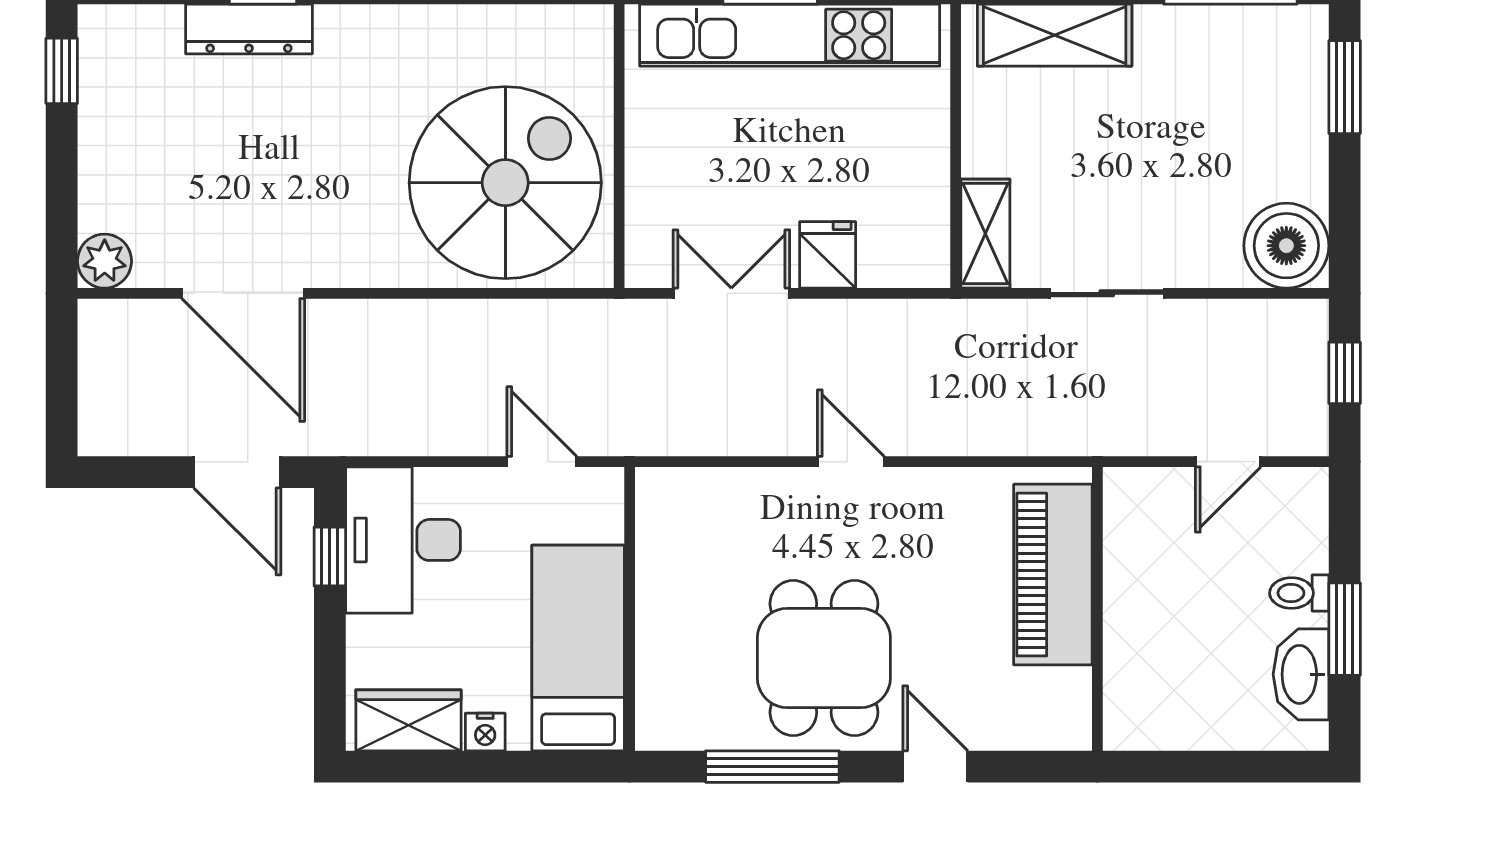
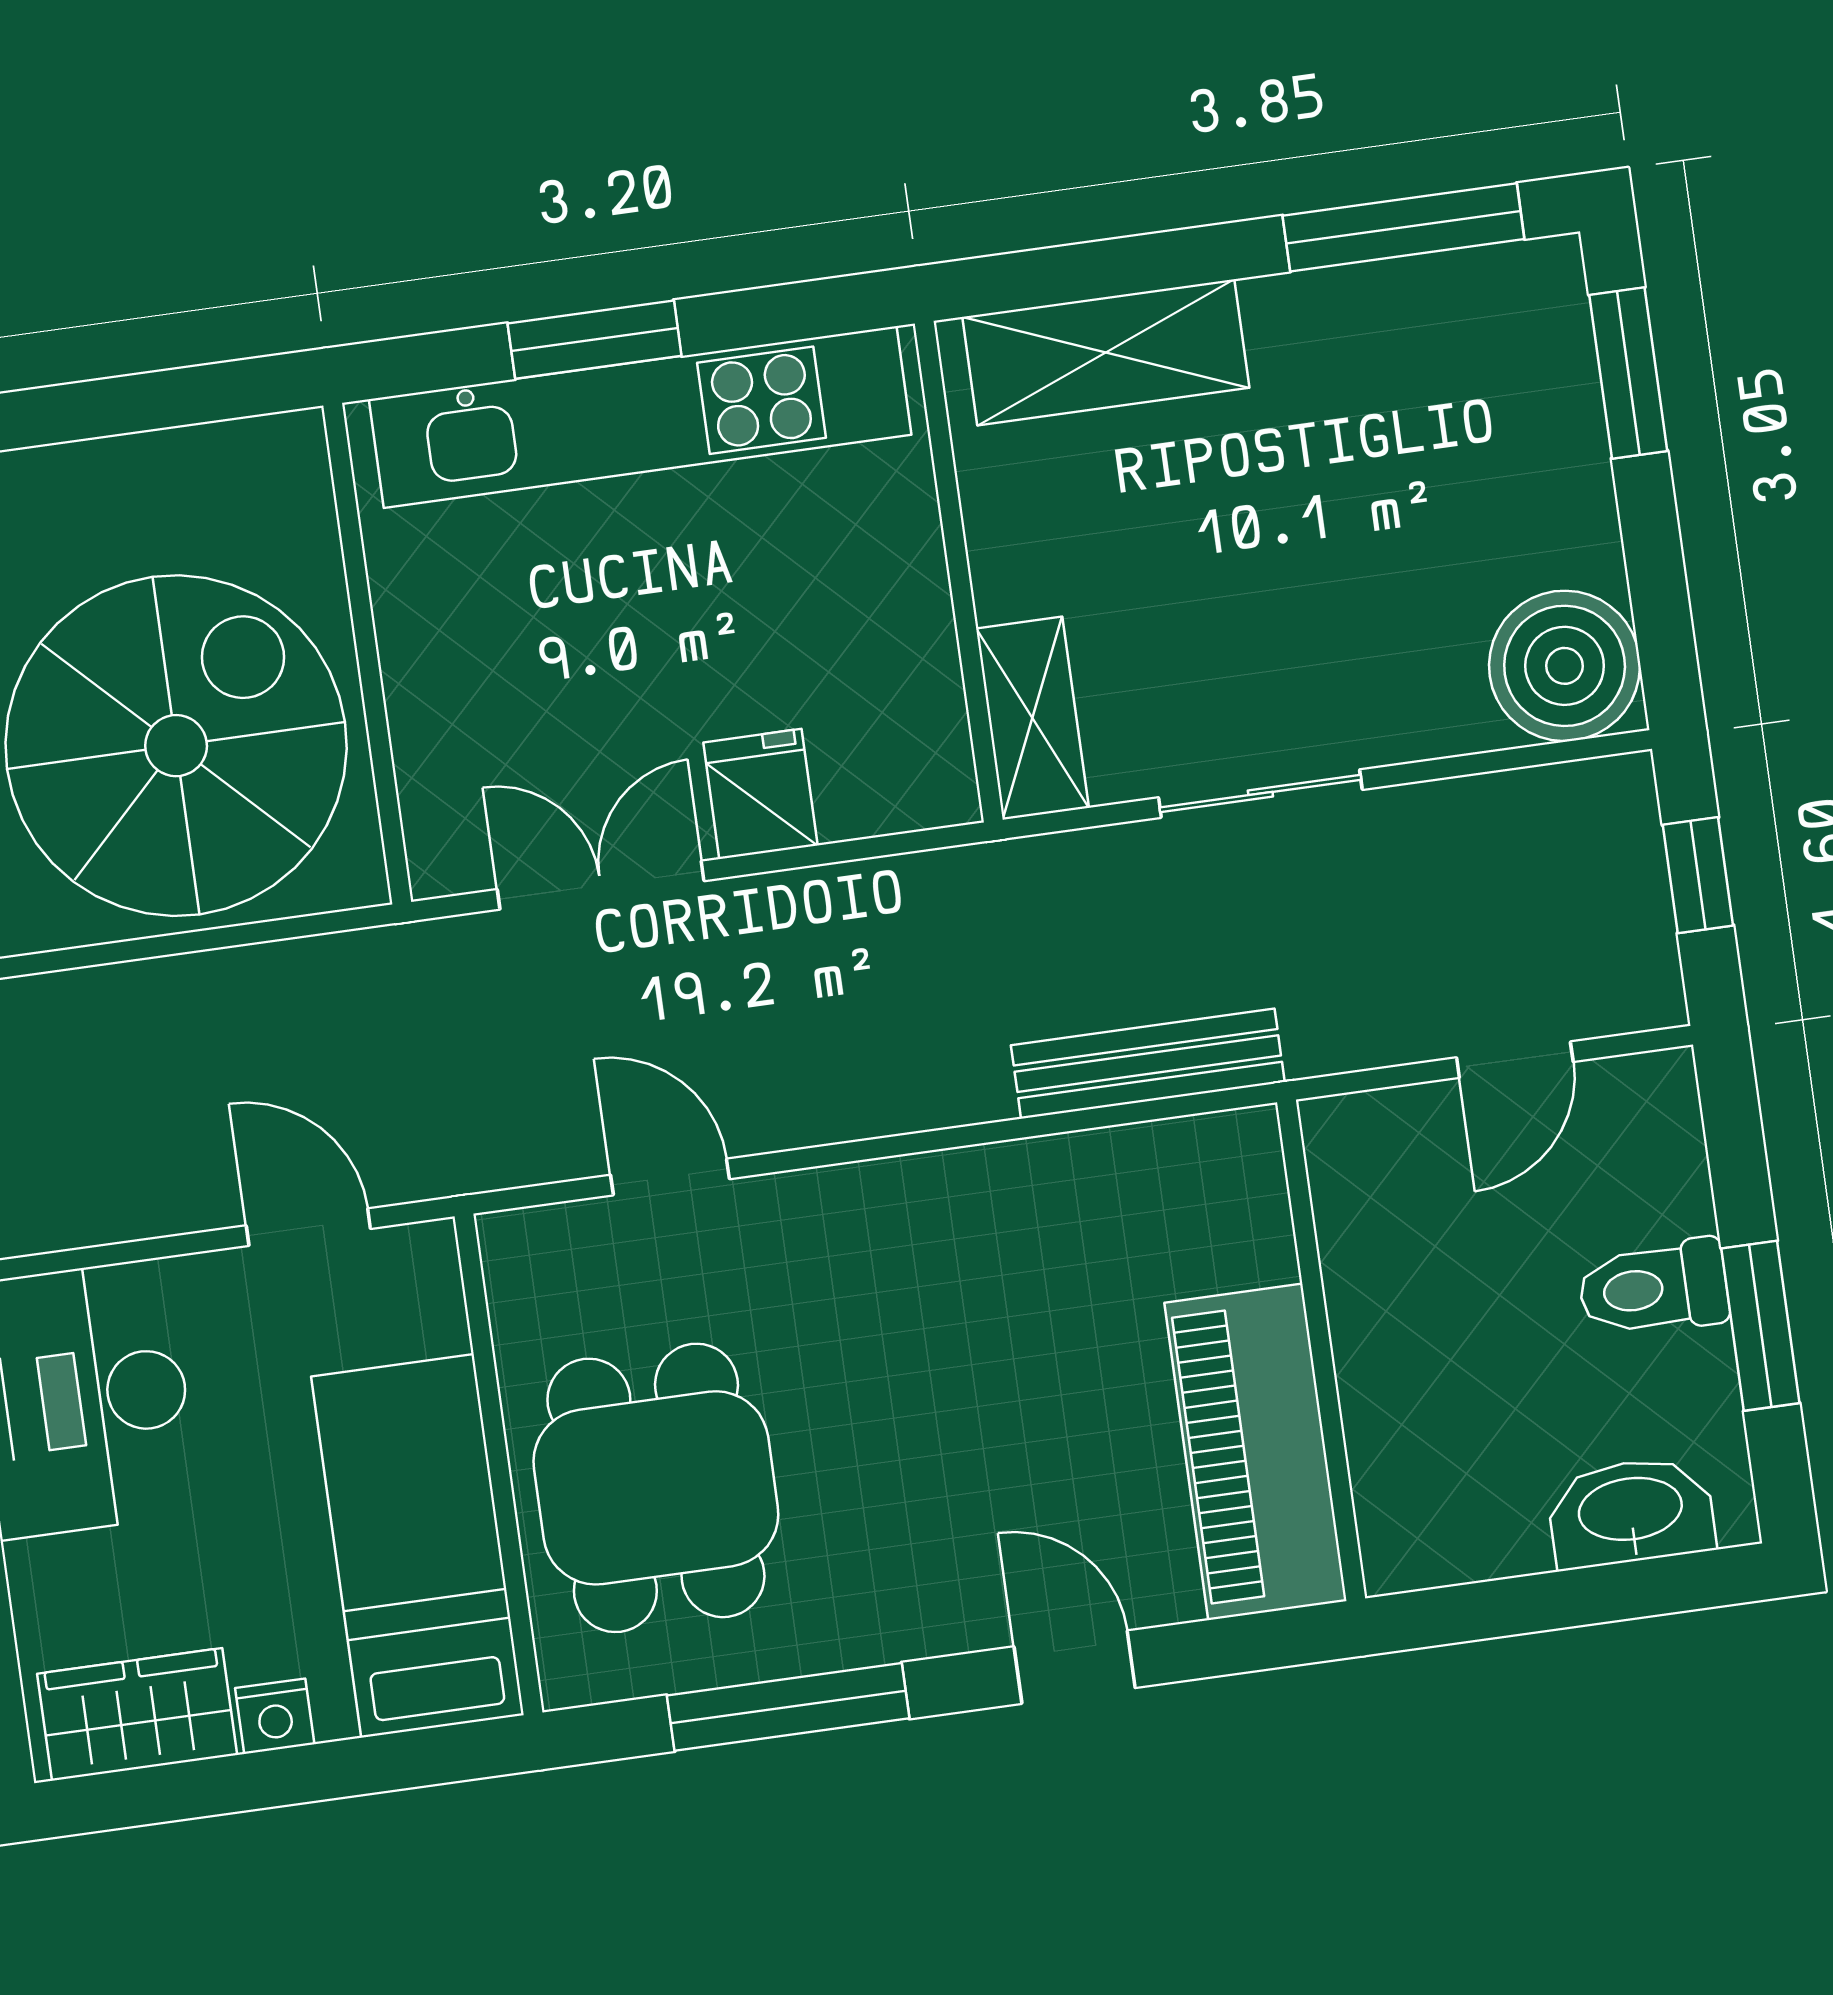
bench: (1023, 435) -> (1148, 1064), added
door: (851, 462) -> (670, 1177), moved
piano: (1053, 575) -> (1255, 1452), moved
toilet: (1299, 593) -> (1653, 1288), width x1.37, depth x1.39
dining table: (824, 658) -> (656, 1488), moved
washbasin: (1301, 674) -> (1631, 1512), moved, turned 90

